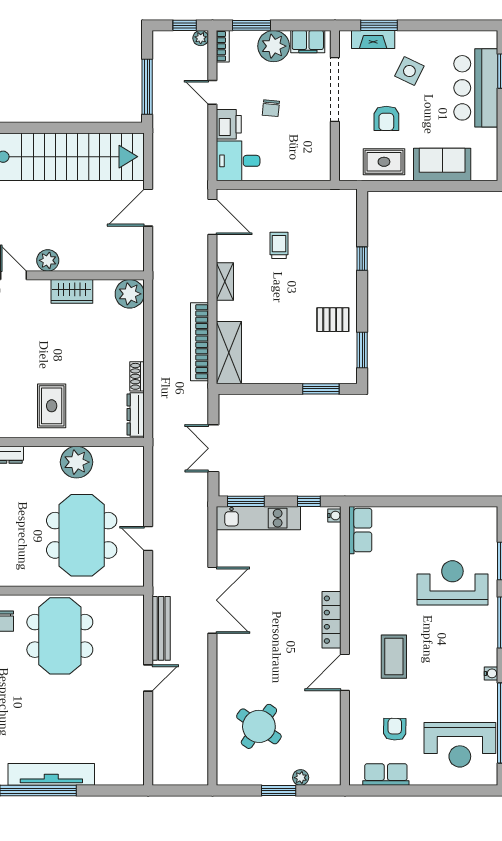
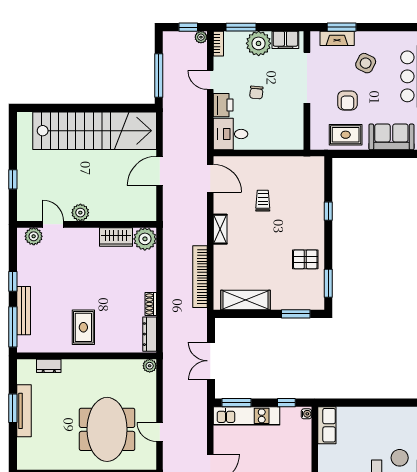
wardrobe: (72, 291) -> (116, 237), moved
shelving: (229, 353) -> (245, 300), moved, turned 90
plant: (76, 462) -> (150, 366), moved, width x0.53, depth x0.53

